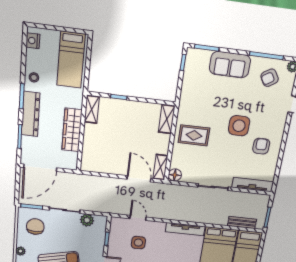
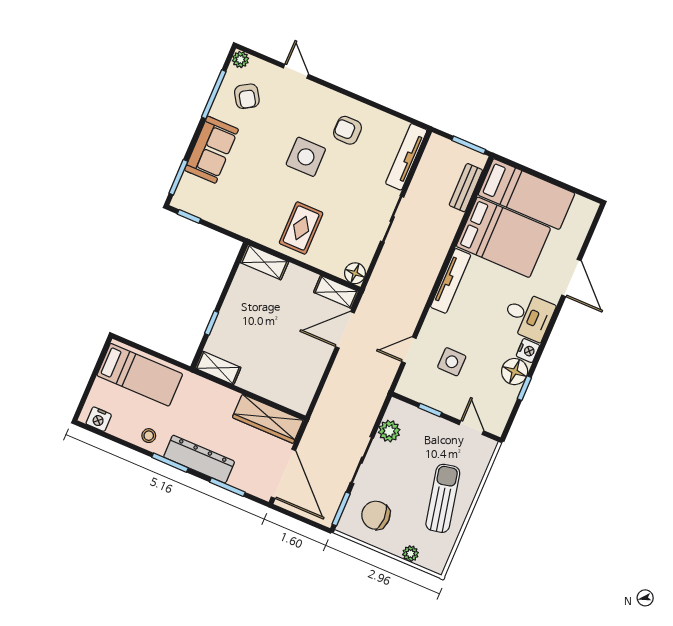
wardrobe: (72, 130) -> (268, 419), moved

